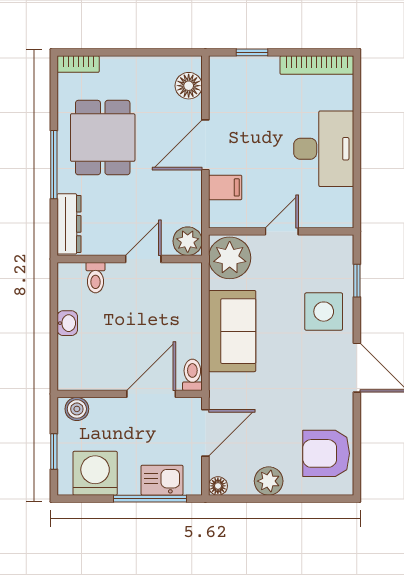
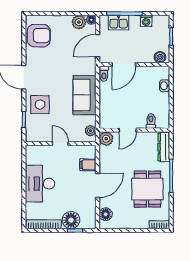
floor lamp: (260, 74) -> (71, 220), added
door: (282, 231) -> (60, 143), swing flipped
plant: (230, 258) -> (90, 131), width x0.53, depth x0.53
washbasin: (67, 323) -> (165, 86), moved
washing machine: (95, 473) -> (146, 21), width x0.53, depth x0.53
plant: (269, 481) -> (79, 22), moved

